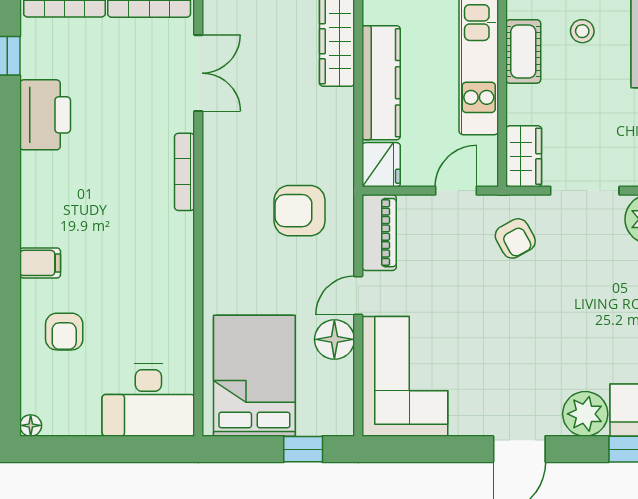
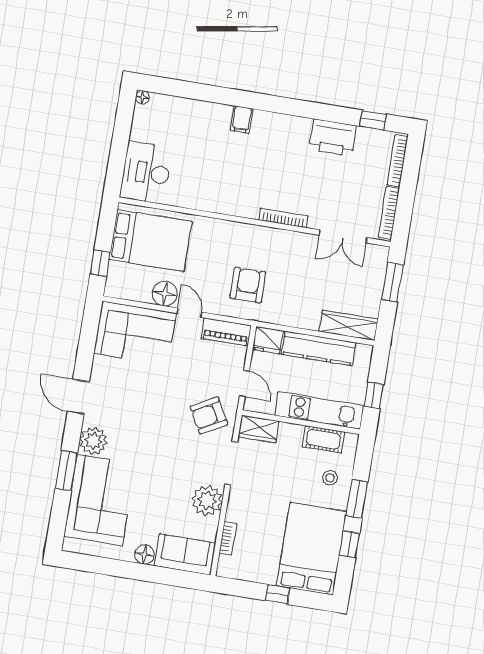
armchair: (515, 238) -> (209, 415), width x1.38, depth x1.38
armchair: (64, 332) -> (197, 128), removed

